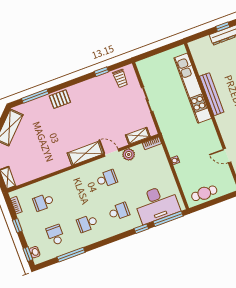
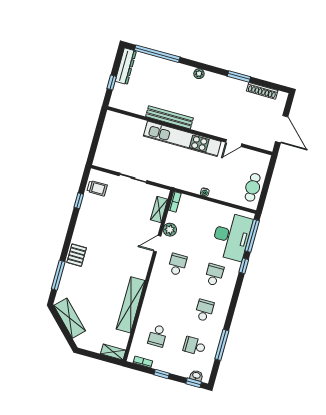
window: (223, 27) -> (112, 82), moved
kitchen unit: (193, 88) -> (182, 139), moved
shelving: (85, 153) -> (131, 305), moved, width x1.47
school desk: (87, 223) -> (204, 310), turned 180

